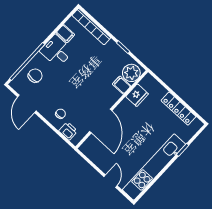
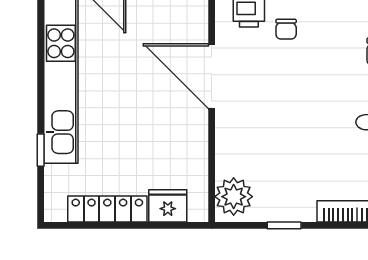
filing cabinet: (122, 85) -> (231, 163), removed
fridge: (137, 95) -> (168, 206), moved, turned 90

